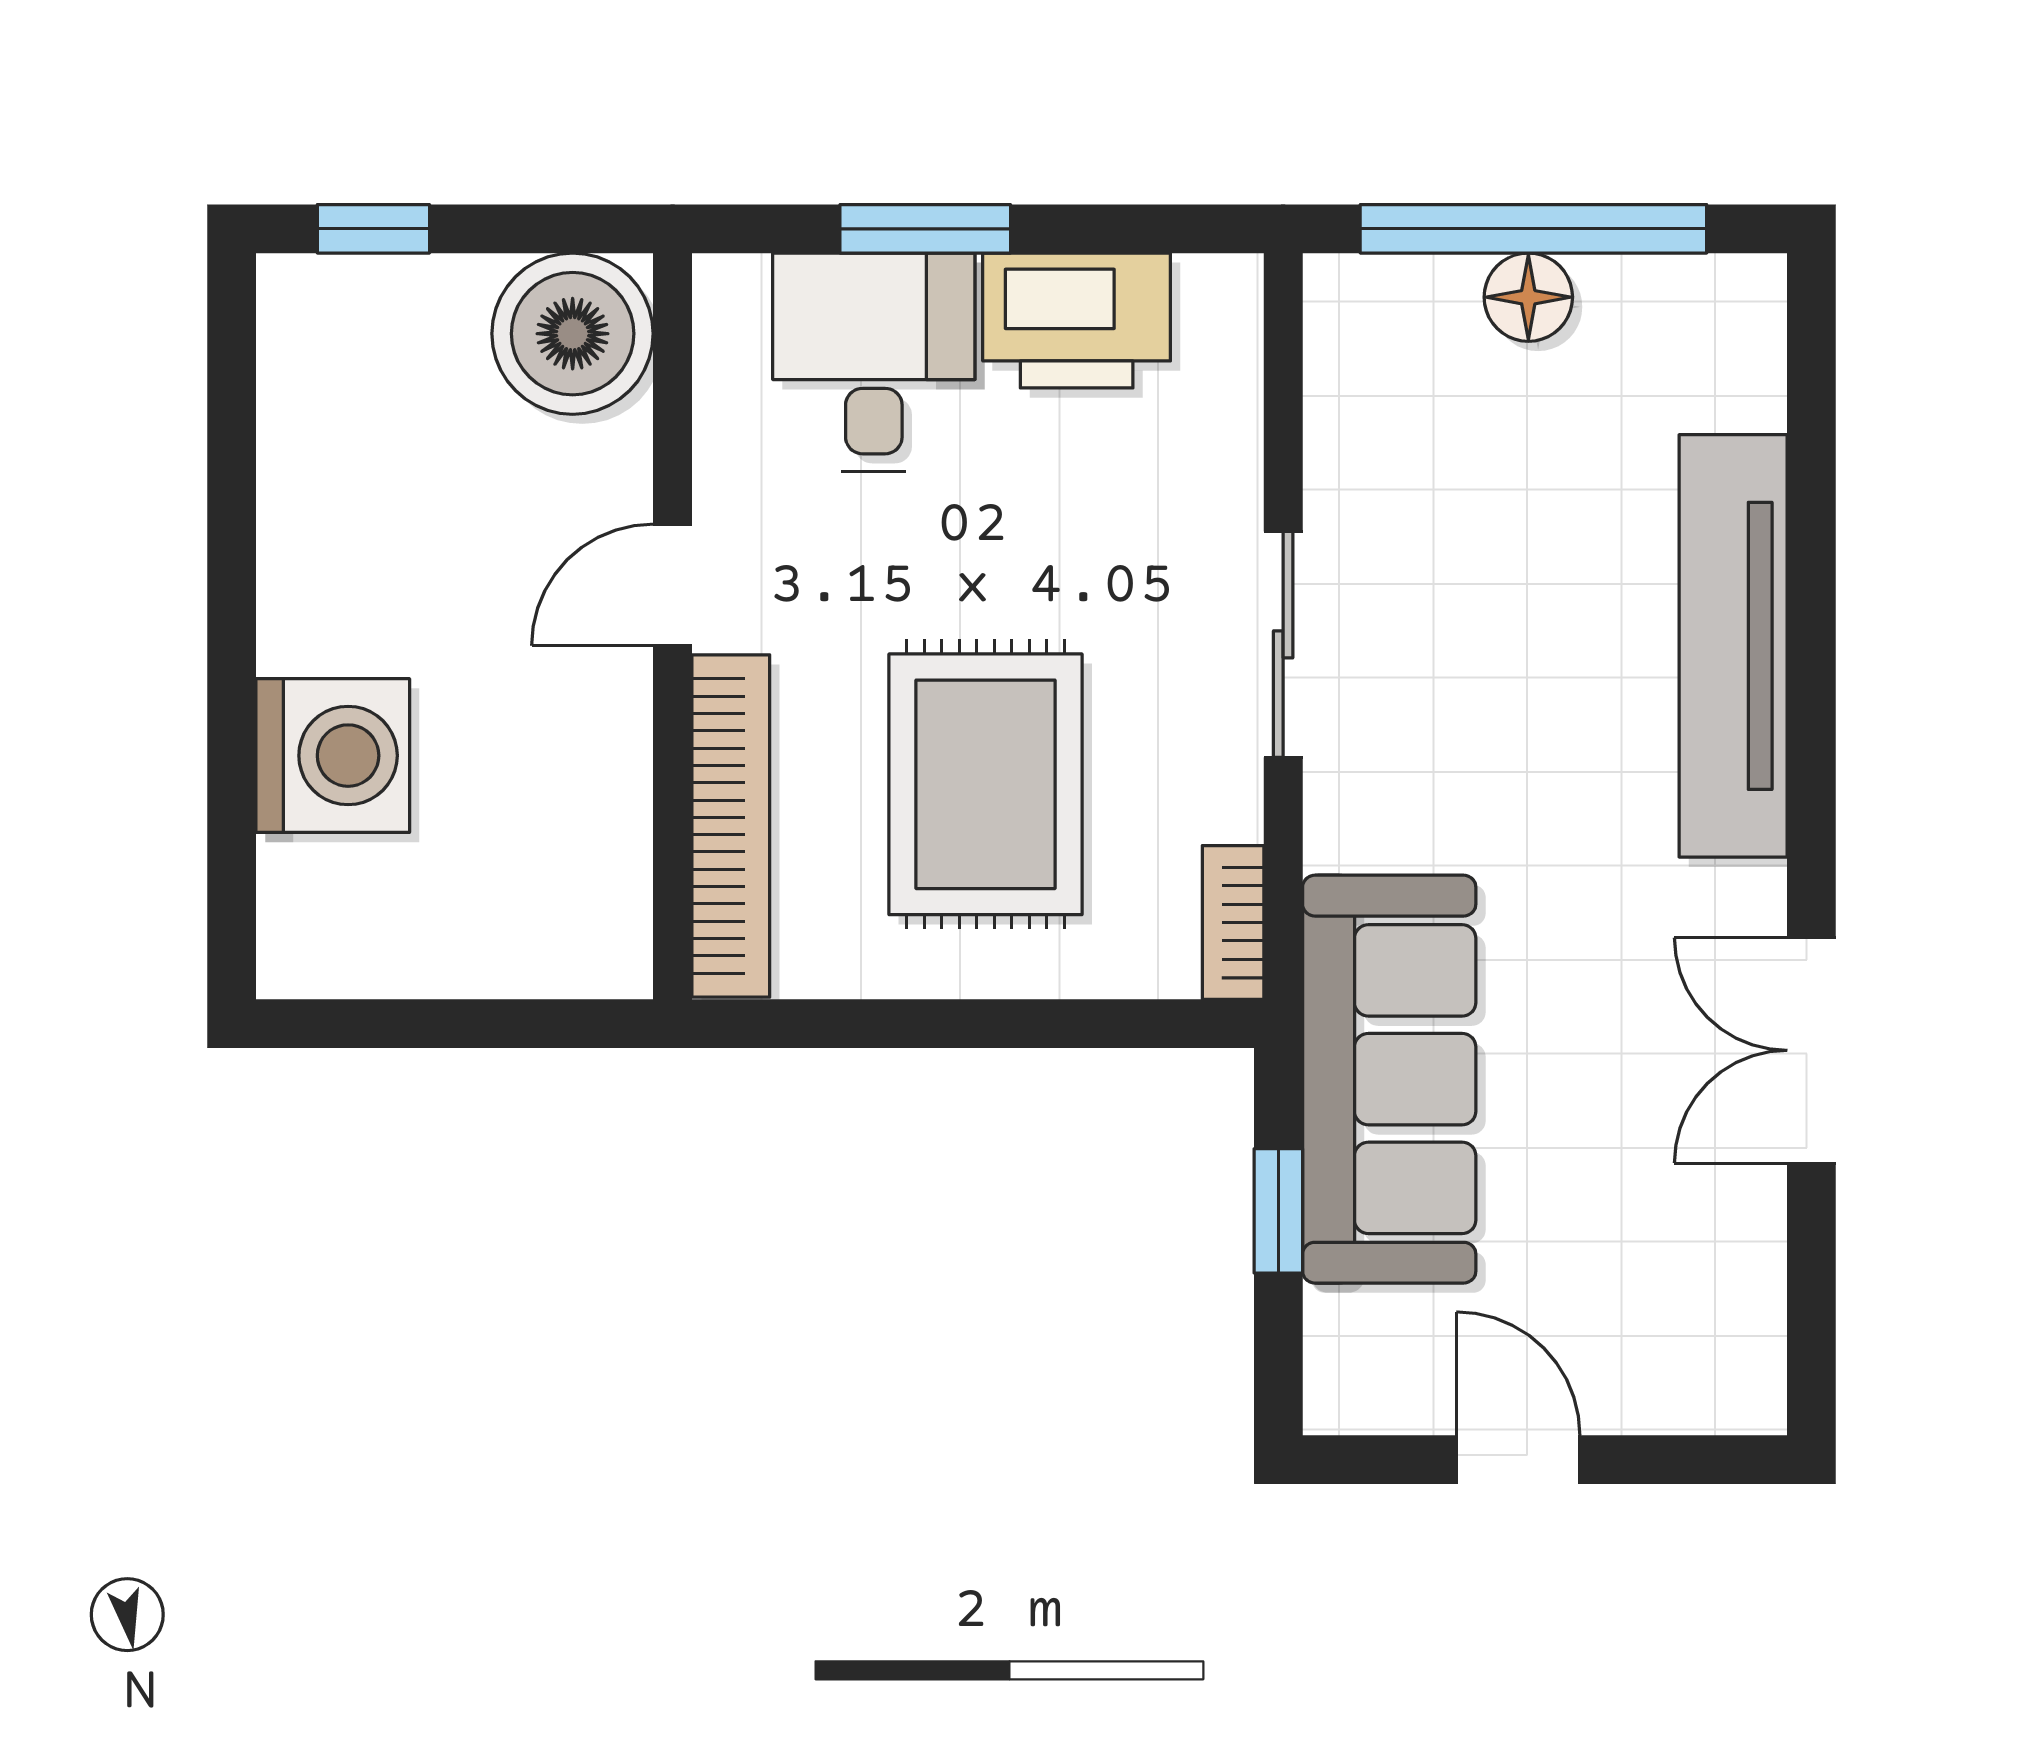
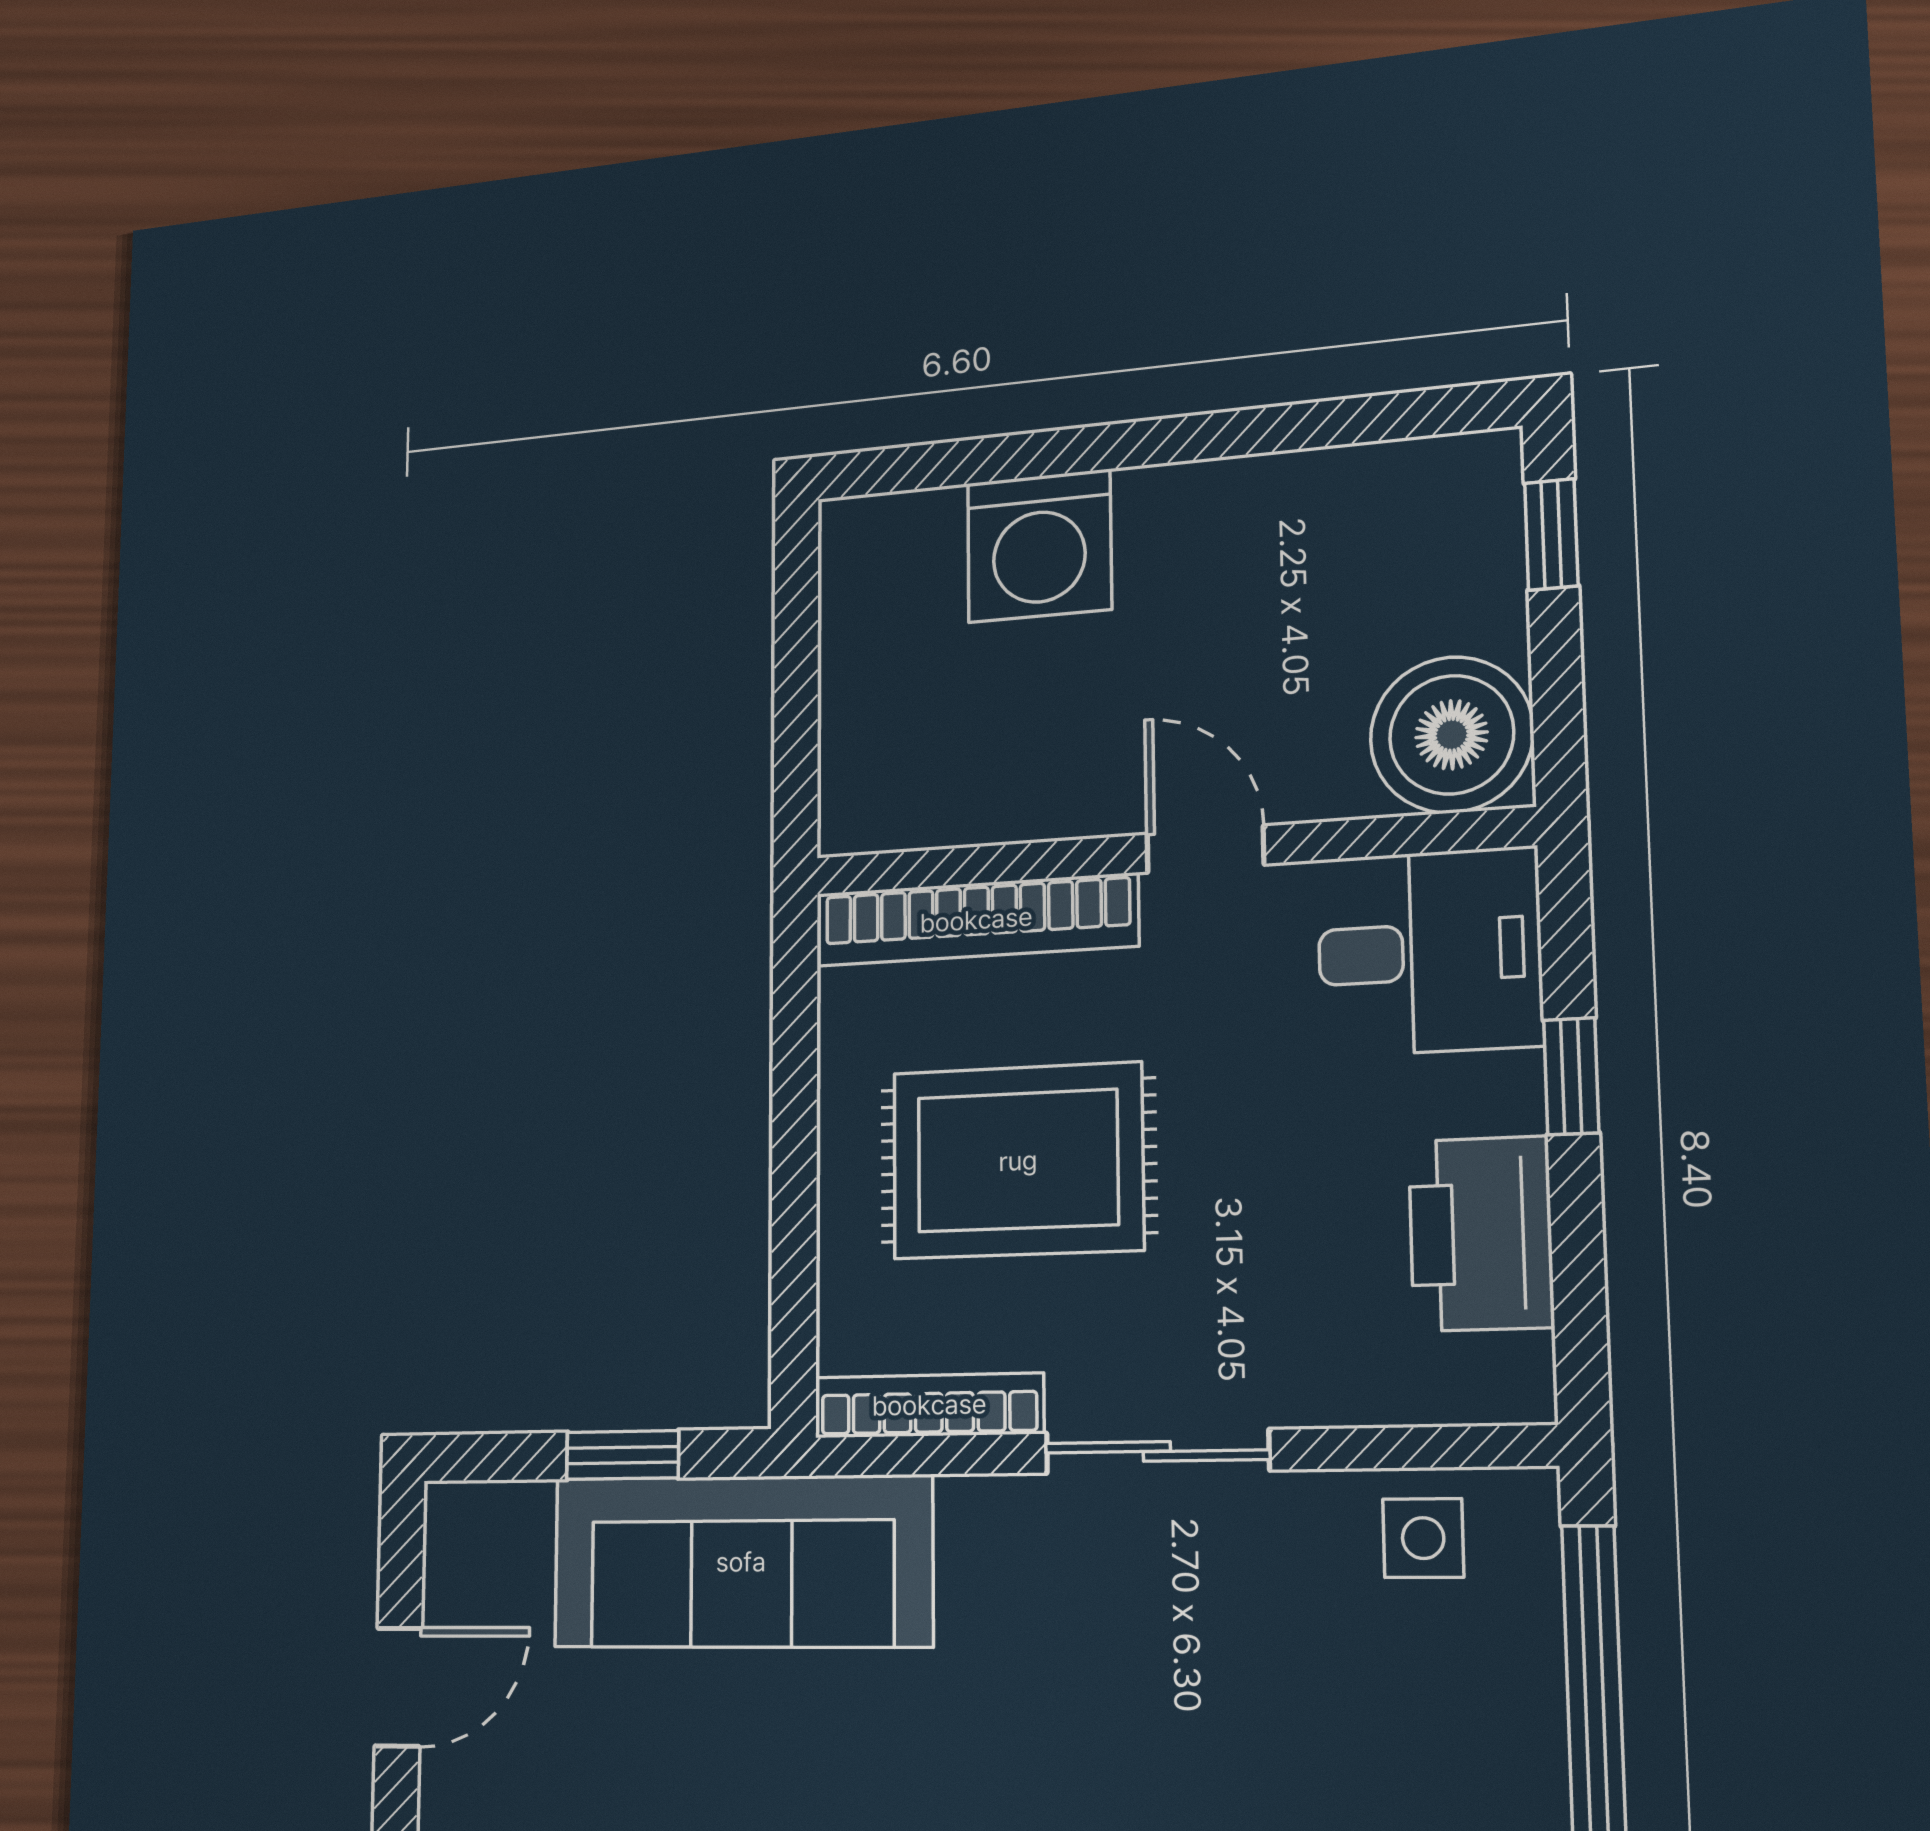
window: (925, 229) -> (1571, 1076), width x0.67
floor lamp: (1528, 297) -> (1521, 1705), removed
desk: (874, 362) -> (1429, 952), moved
side table: (1370, 385) -> (1423, 1538), added
bookcase: (1233, 922) -> (929, 1405), width x1.56

